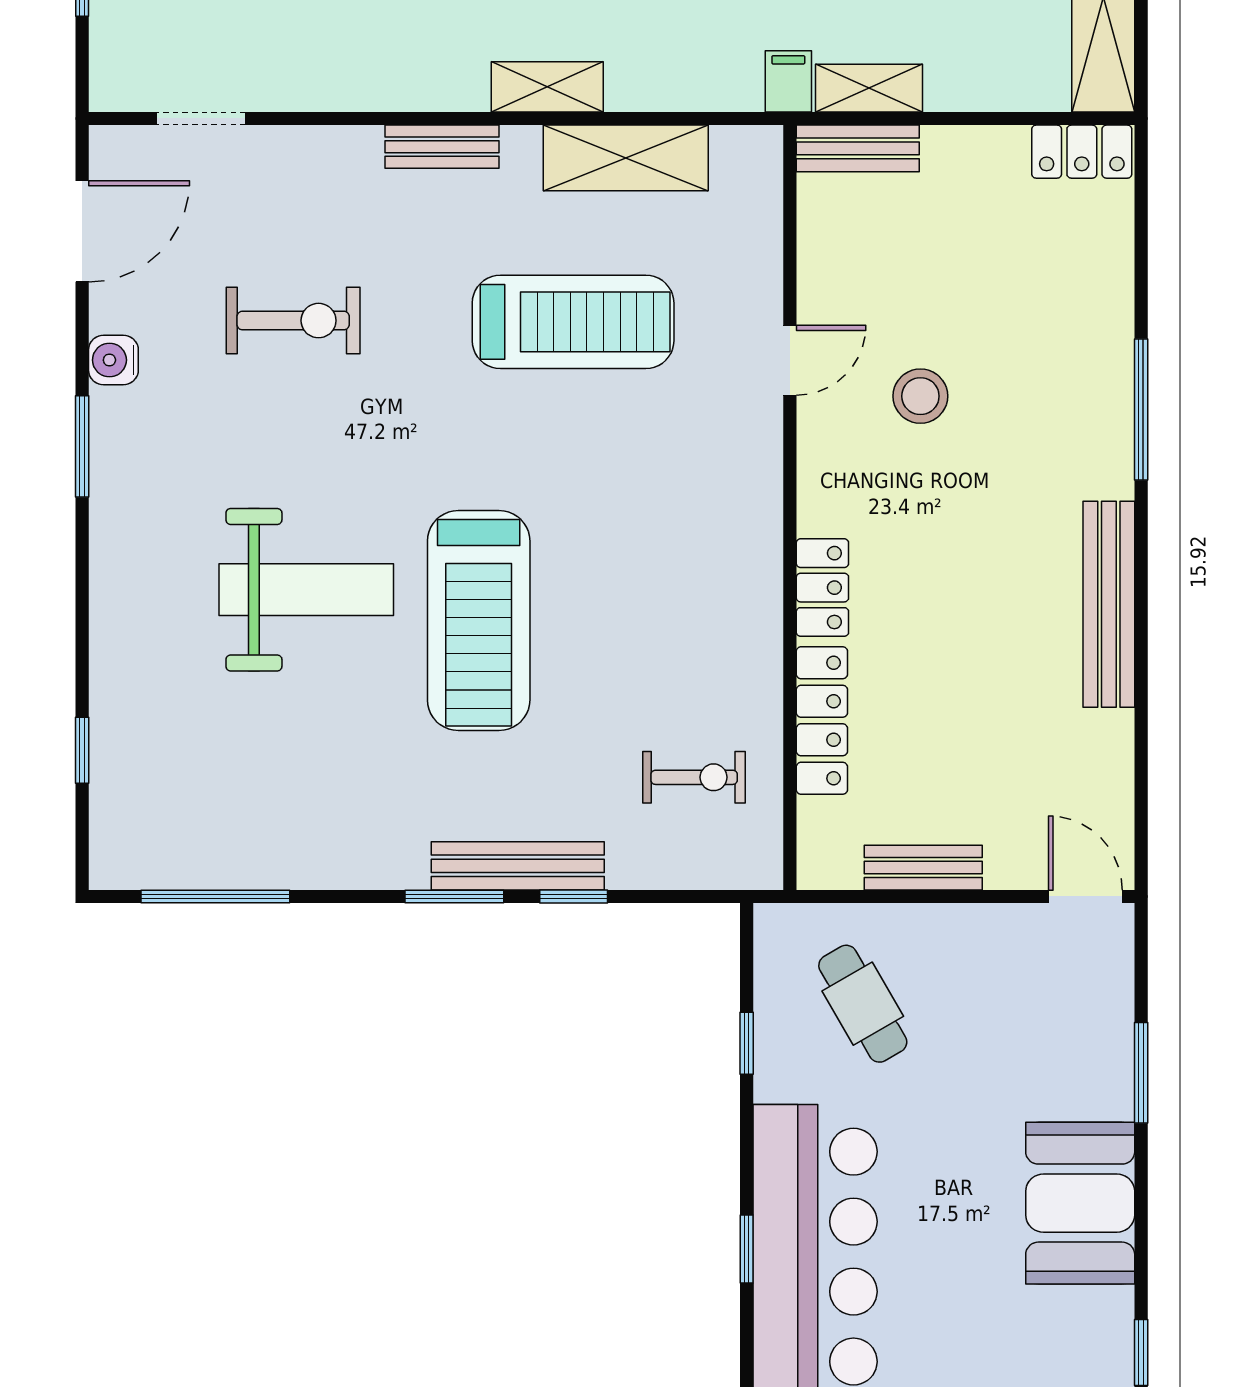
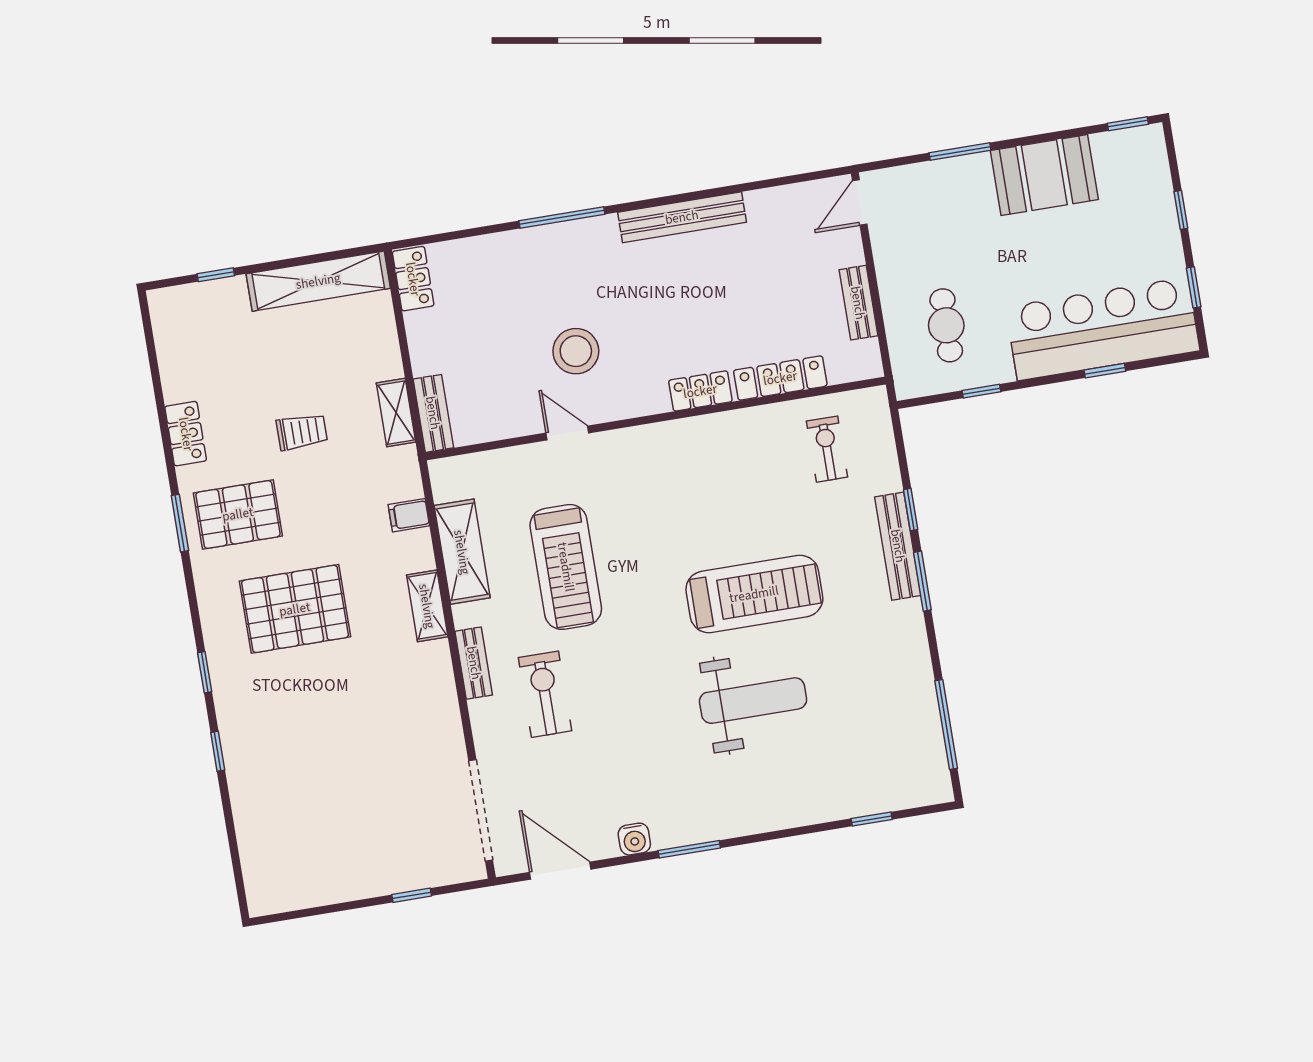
filing cabinet: (788, 81) -> (409, 515), moved
doorway: (201, 118) -> (481, 810), width x1.87
exercise bike: (293, 321) -> (545, 694), moved
treadmill: (573, 322) -> (566, 567), turned 180
stool: (920, 396) -> (576, 351), width x1.38, depth x1.38
weight bench: (306, 590) -> (753, 701), turned 90
cafe table: (863, 1004) -> (946, 325), turned -59

